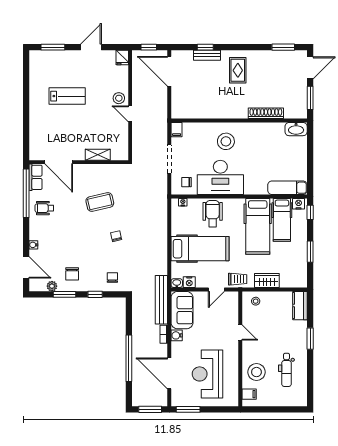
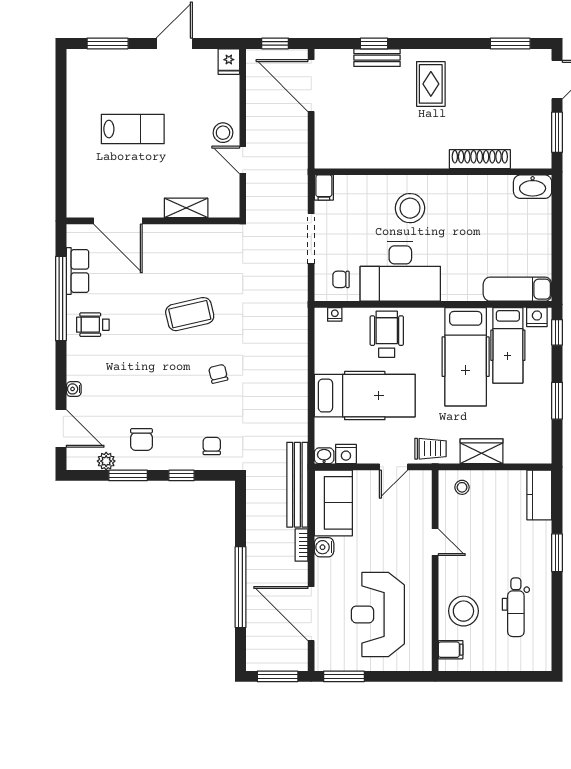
shelving: (98, 155) -> (186, 208), moved
door: (59, 162) -> (118, 221), moved
wall: (79, 162) -> (153, 221), moved

